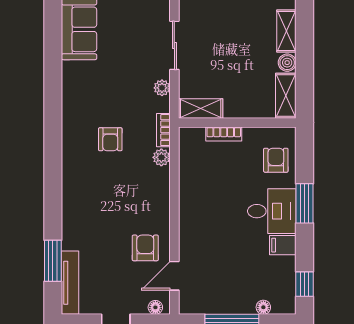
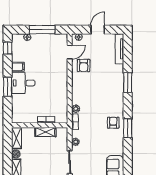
shelving: (201, 108) -> (45, 132), moved
window: (53, 116) -> (128, 128), added
armchair: (110, 139) -> (113, 123), moved
armchair: (276, 160) -> (21, 107), removed
window: (53, 261) -> (128, 83), moved

